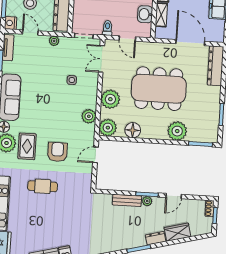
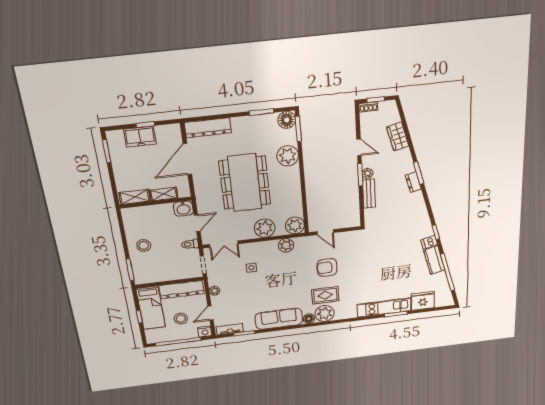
washbasin: (145, 14) -> (183, 209), moved
floor lamp: (133, 130) -> (287, 120), moved
cafe table: (43, 186) -> (363, 275), removed
dresser: (156, 238) -> (413, 182), moved

